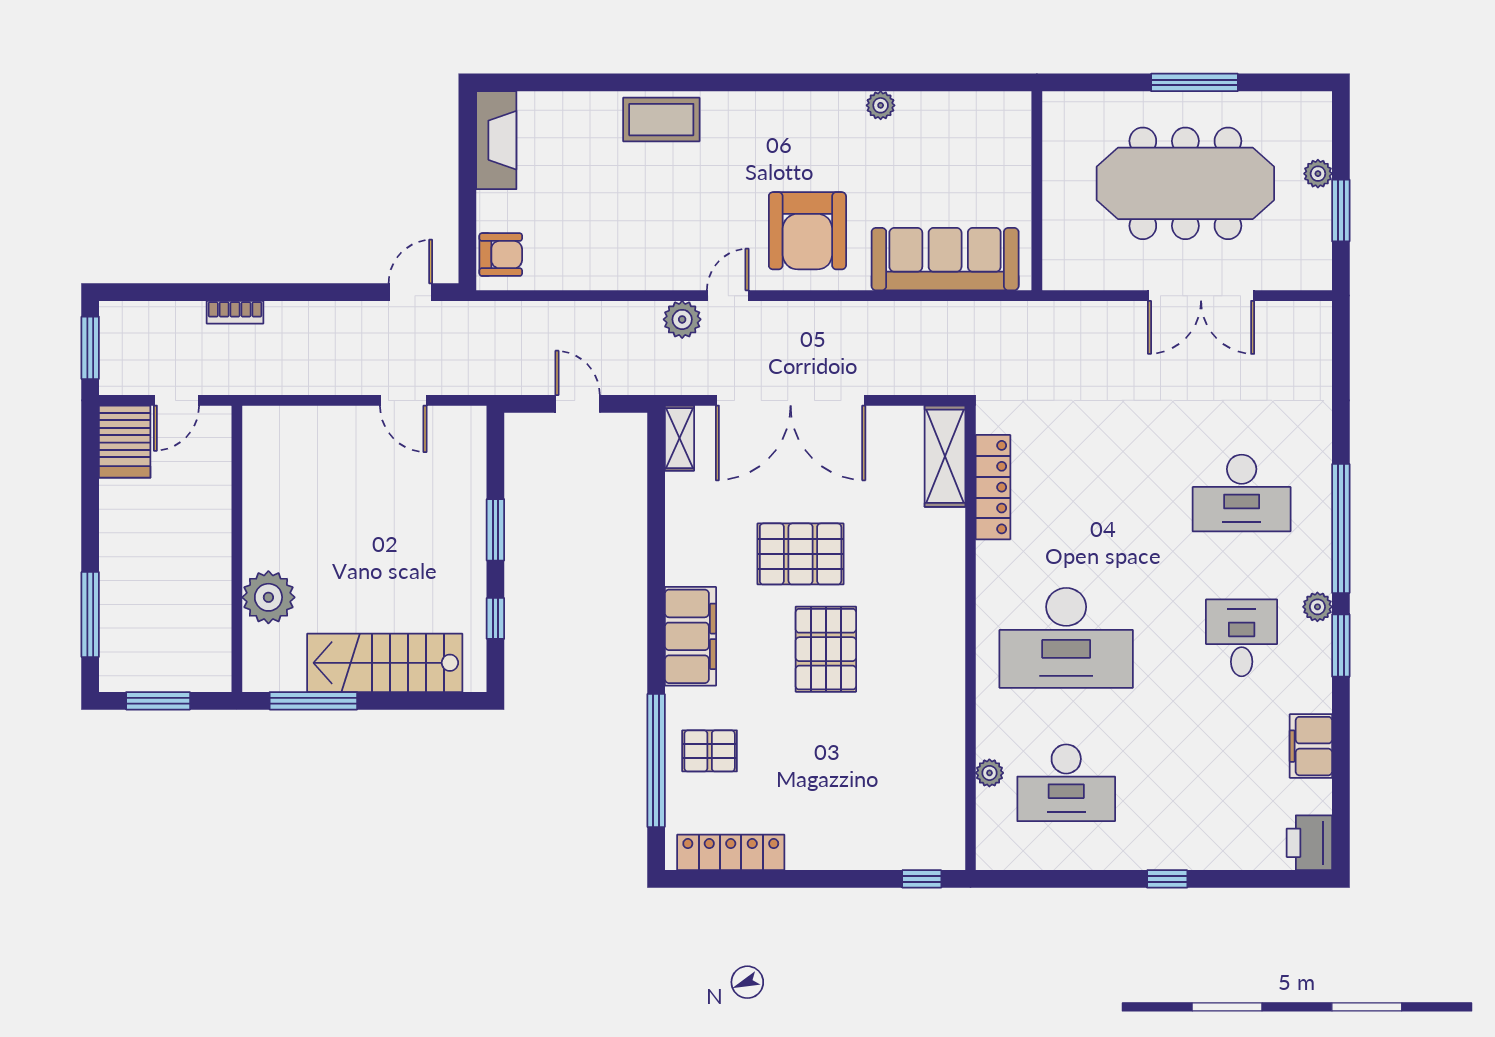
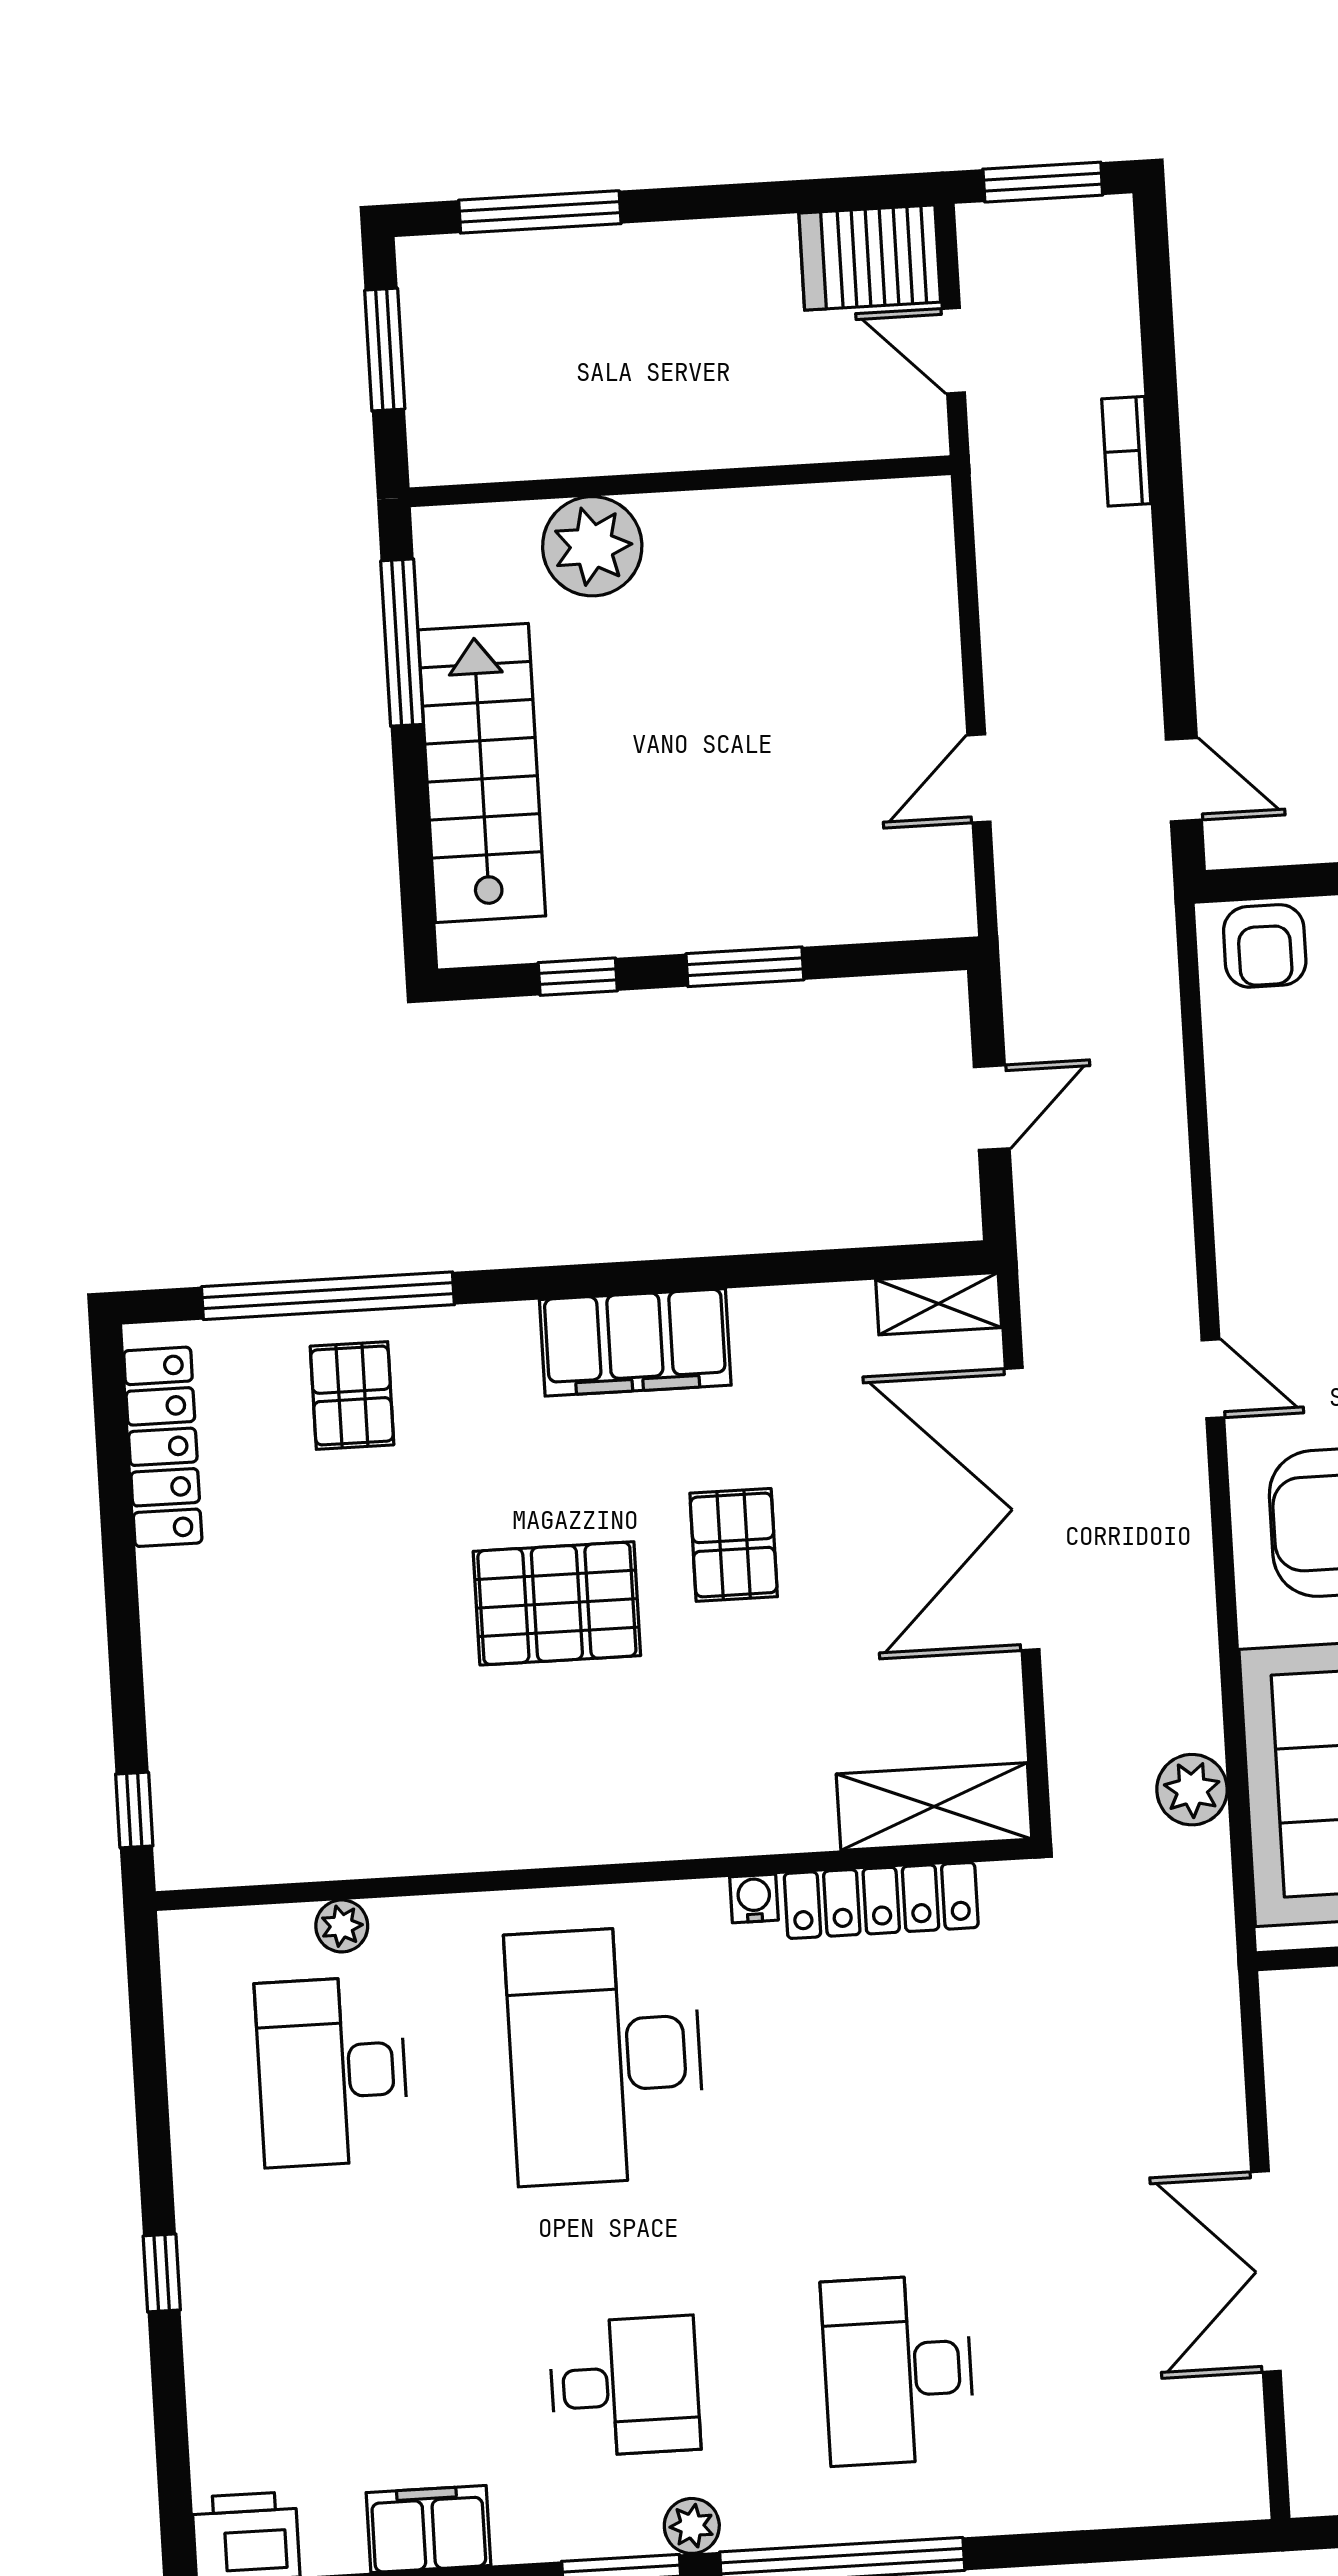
plant: (682, 319) -> (1192, 1790), moved
pallet: (801, 554) -> (734, 1545), width x0.67, depth x0.71
water cooler: (988, 554) -> (754, 1898), added
filing cabinet: (690, 636) -> (635, 1342), moved

